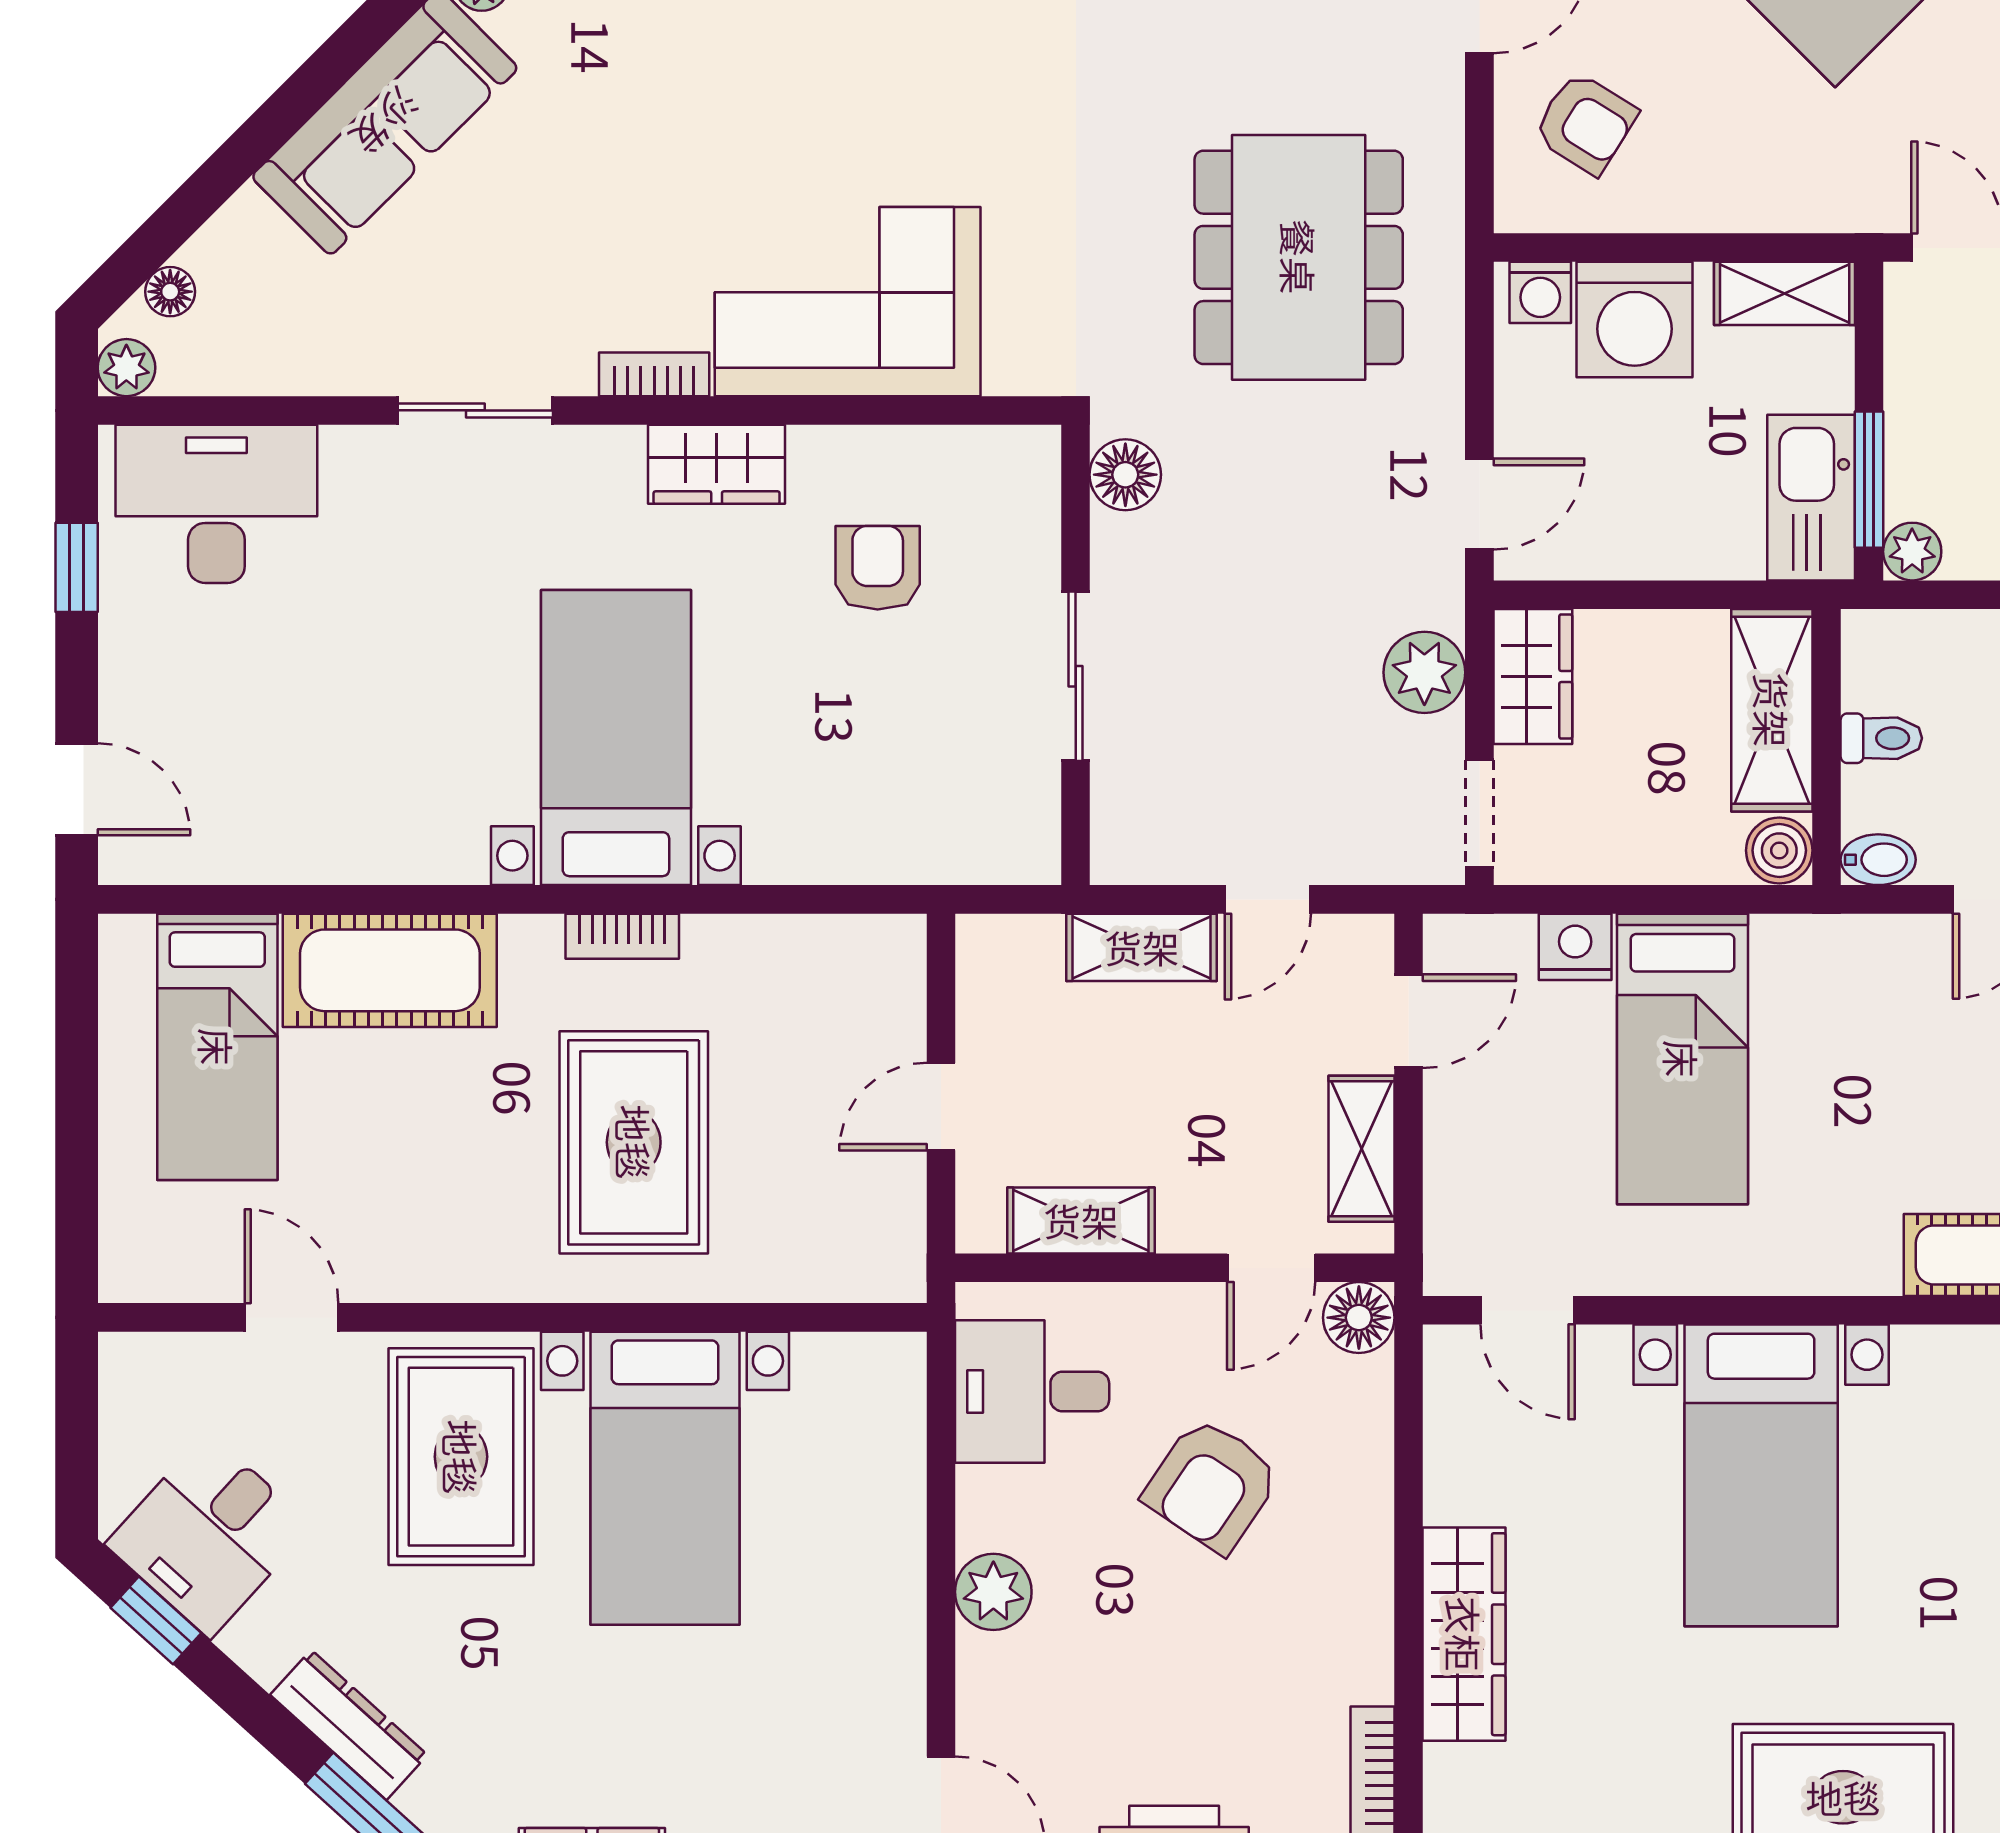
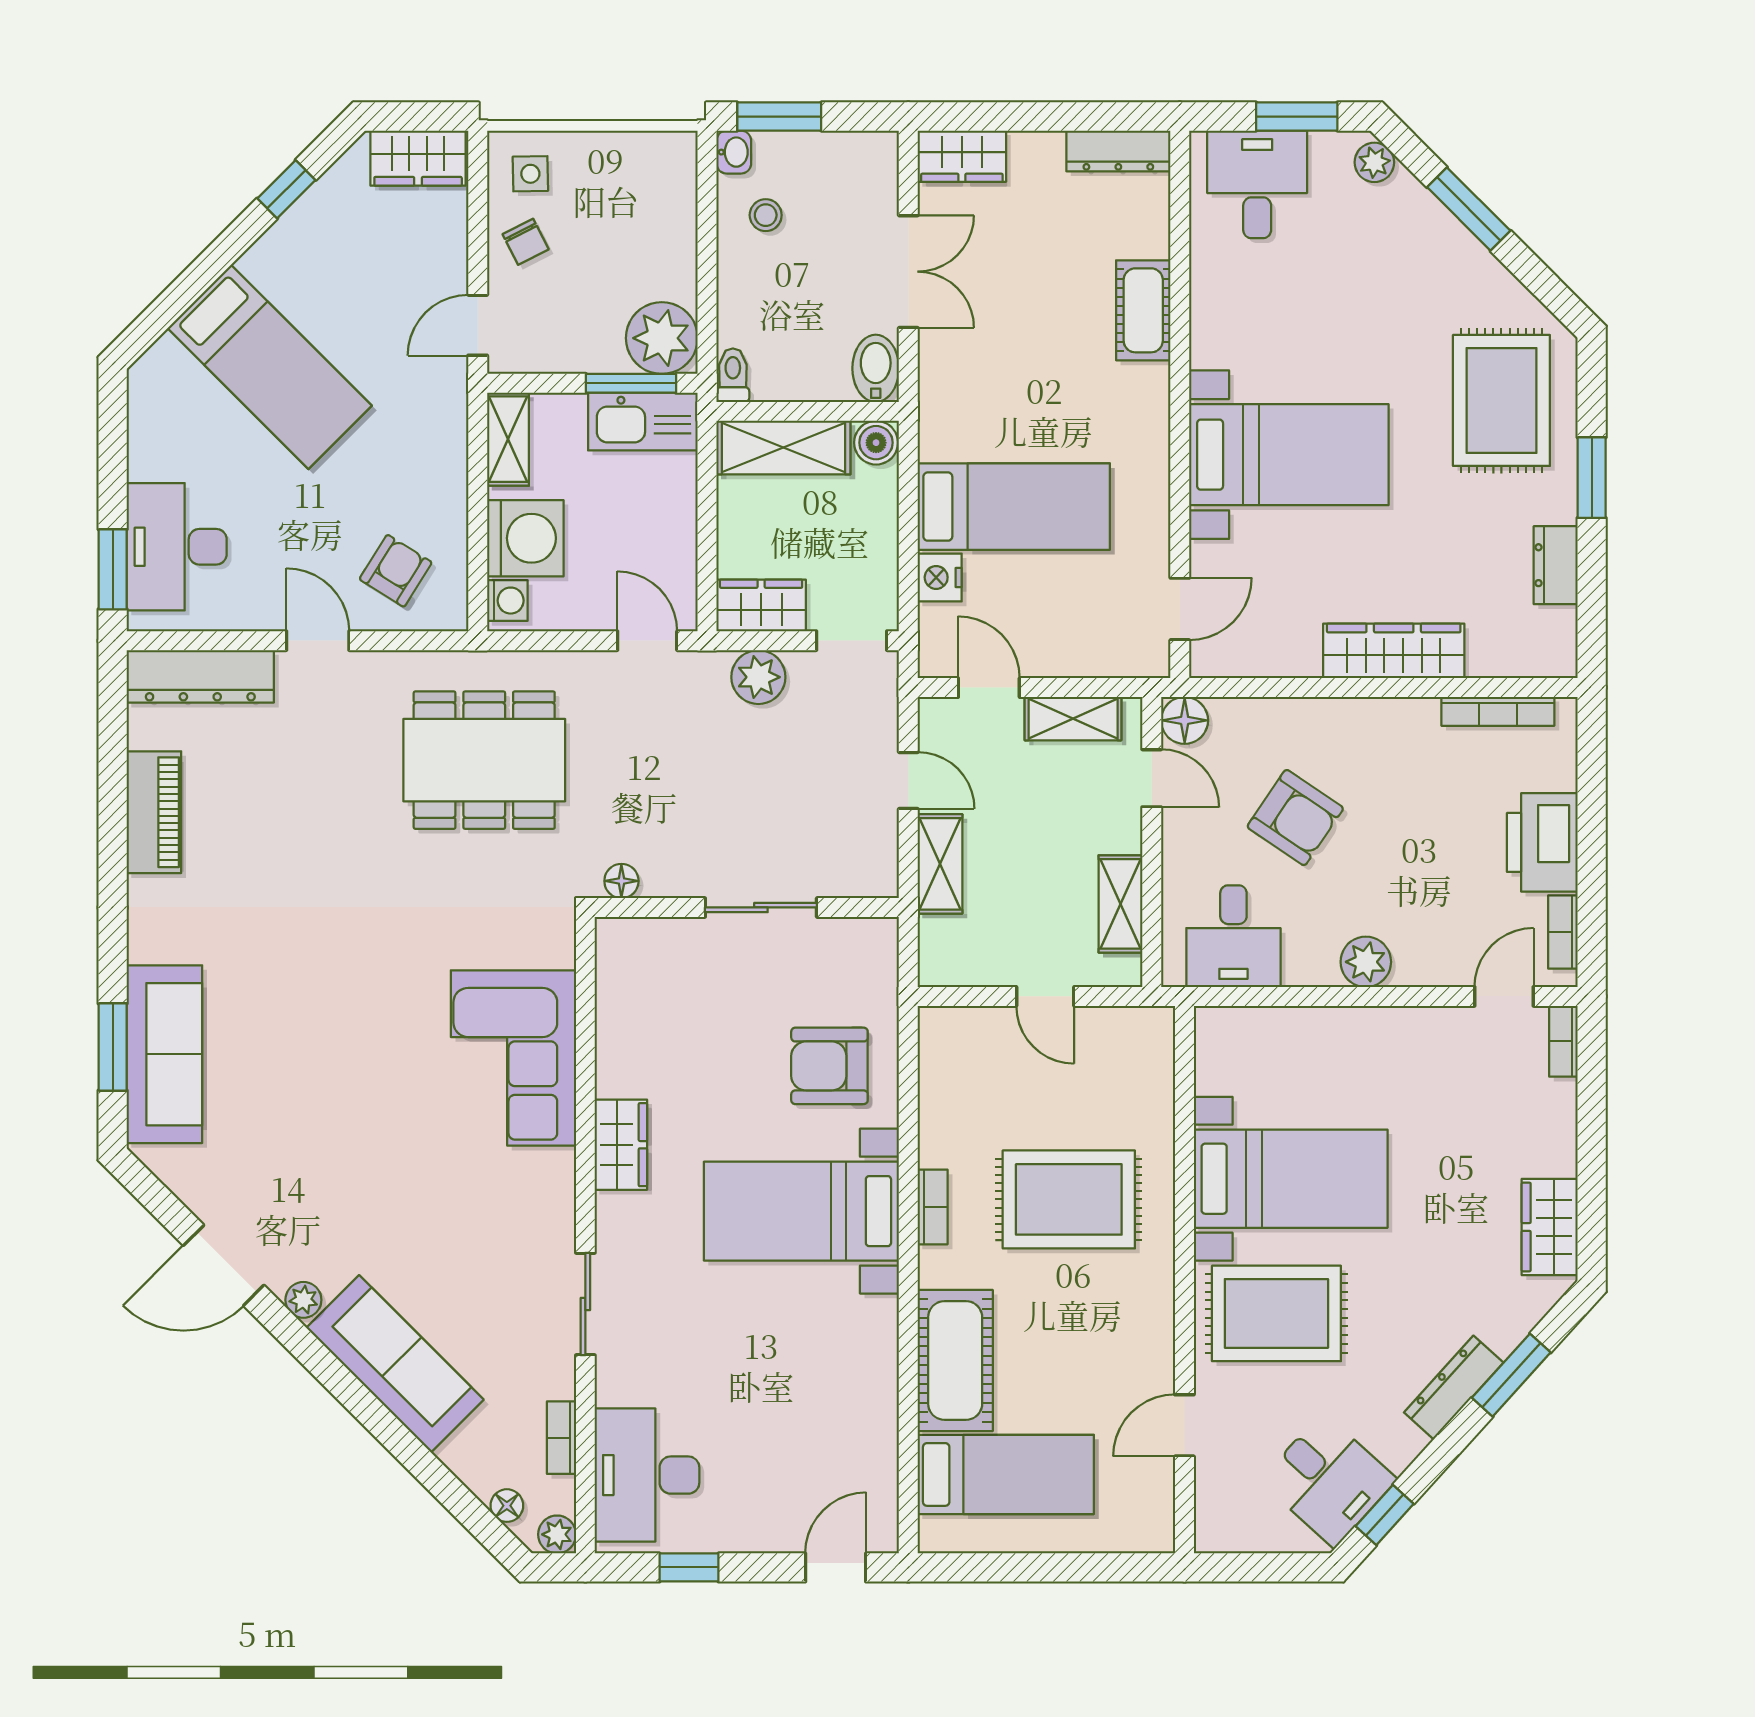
bookcase: (654, 374) -> (561, 1438), moved
floor lamp: (1125, 475) -> (621, 881), width x0.73, depth x0.73
plant: (1912, 552) -> (662, 338), width x1.87, depth x1.87
armchair: (878, 568) -> (829, 1066), moved, width x1.38, depth x1.38
toilet: (1881, 738) -> (733, 375), moved
bidet: (1878, 860) -> (876, 368), width x1.38, depth x1.36

